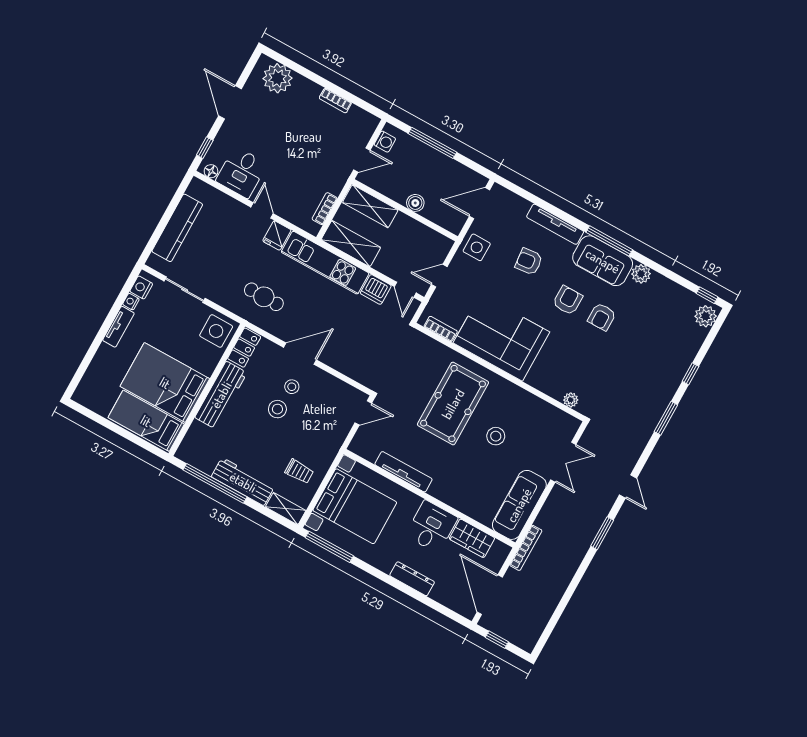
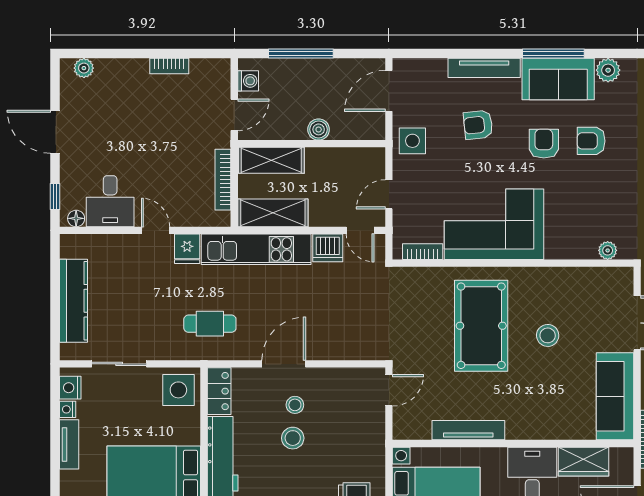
plant: (277, 78) -> (84, 68), width x0.53, depth x0.53
bookcase: (325, 209) -> (223, 180), width x1.56
armchair: (602, 317) -> (591, 141), turned 90

